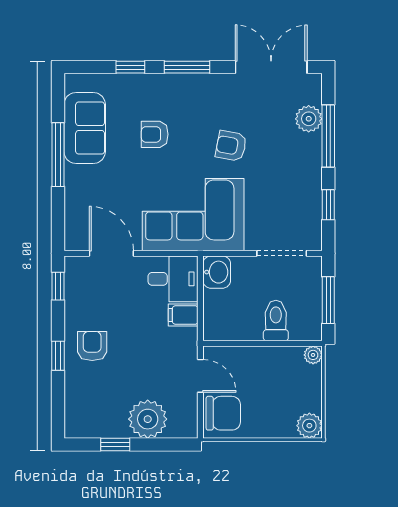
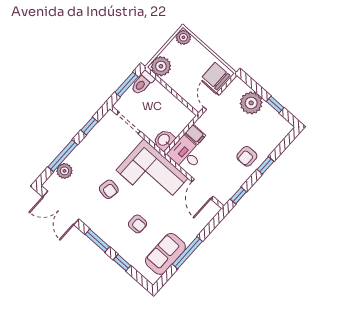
toilet: (276, 321) -> (142, 83), moved
plant: (313, 355) -> (161, 66), width x1.87, depth x1.87

